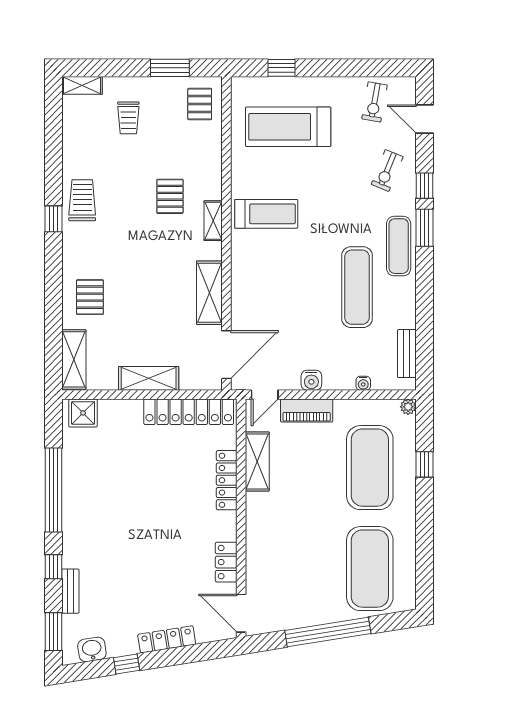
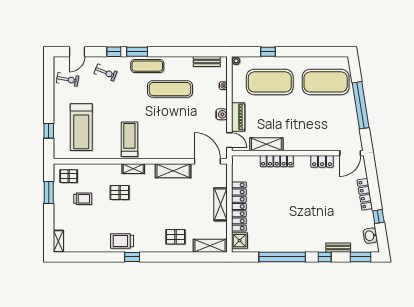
trolley: (128, 118) -> (83, 199), moved
locker: (189, 412) -> (239, 206), moved

